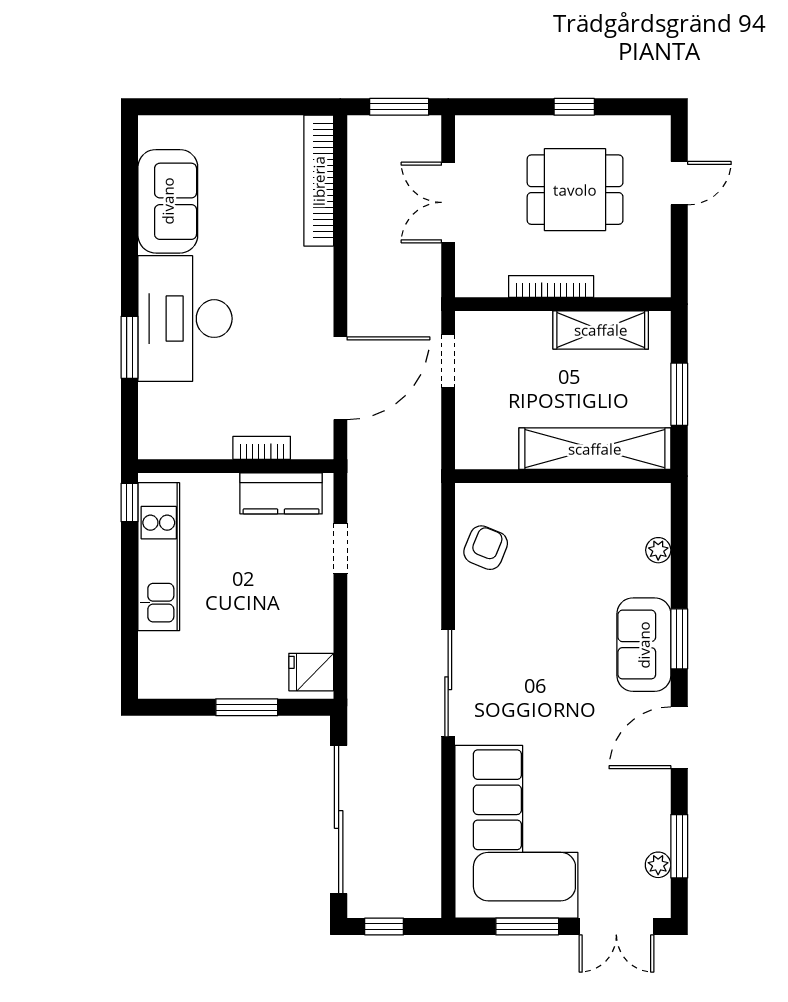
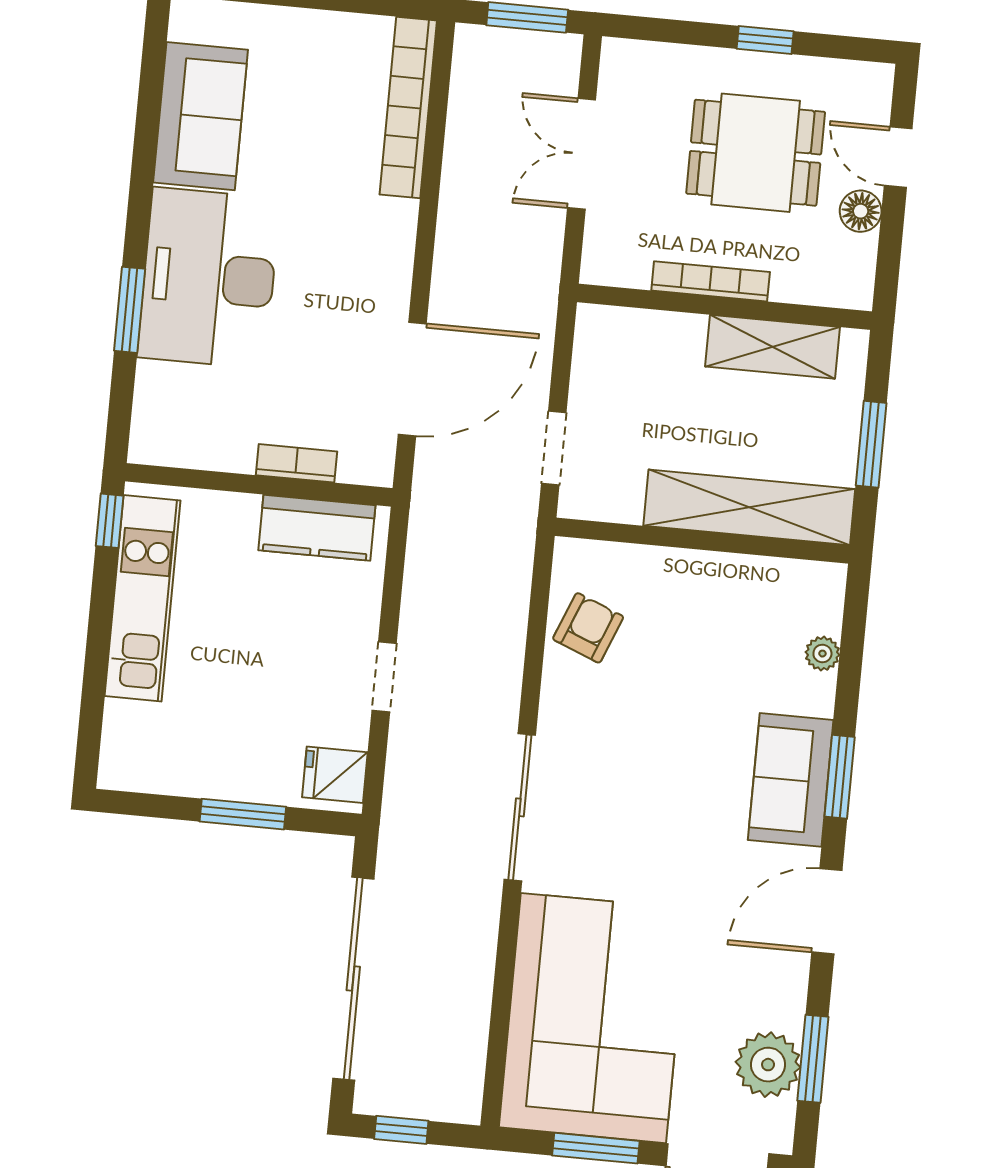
door: (679, 183) -> (898, 157), swing flipped
floor lamp: (656, 225) -> (861, 211), added
doorway: (448, 361) -> (554, 448), moved
doorway: (340, 548) -> (384, 677), moved
plant: (658, 865) -> (768, 1065), width x1.88, depth x1.88

